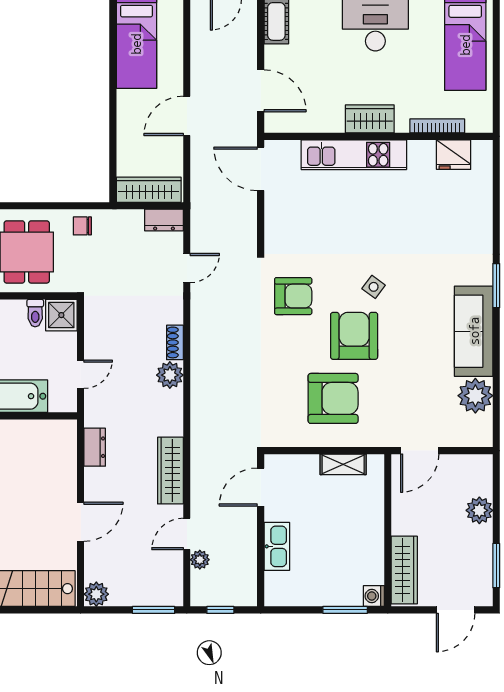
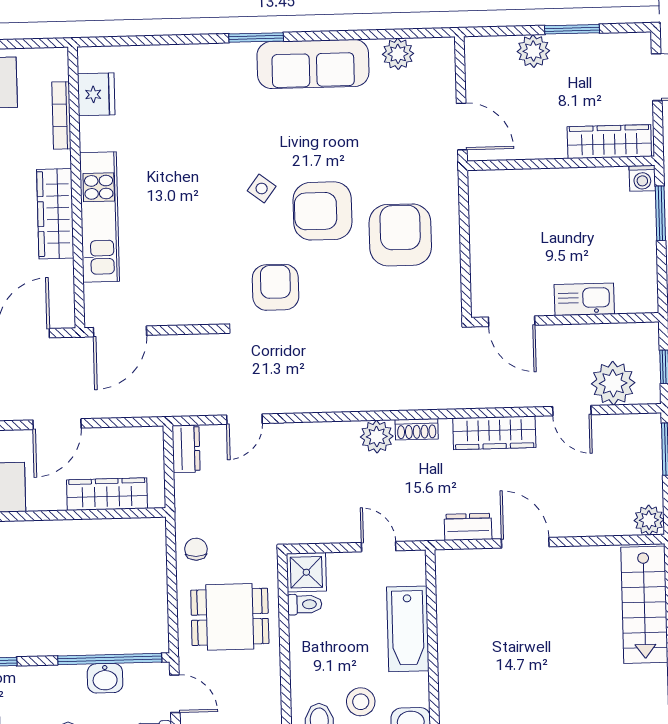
door: (187, 116) -> (57, 424), hinge flipped
wardrobe: (370, 119) -> (55, 214), width x1.50
wardrobe: (149, 190) -> (107, 494), moved, turned 90
chair: (82, 226) -> (196, 549), turned 180
door: (187, 268) -> (244, 419), swing flipped
shoe rack: (175, 342) -> (417, 429), moved
plant: (475, 396) -> (398, 54), width x0.73, depth x0.73
shelving: (343, 464) -> (481, 220), removed
door: (81, 522) -> (525, 543), moved
plant: (200, 560) -> (613, 383), width x1.88, depth x1.88
window: (496, 566) -> (572, 29), moved

